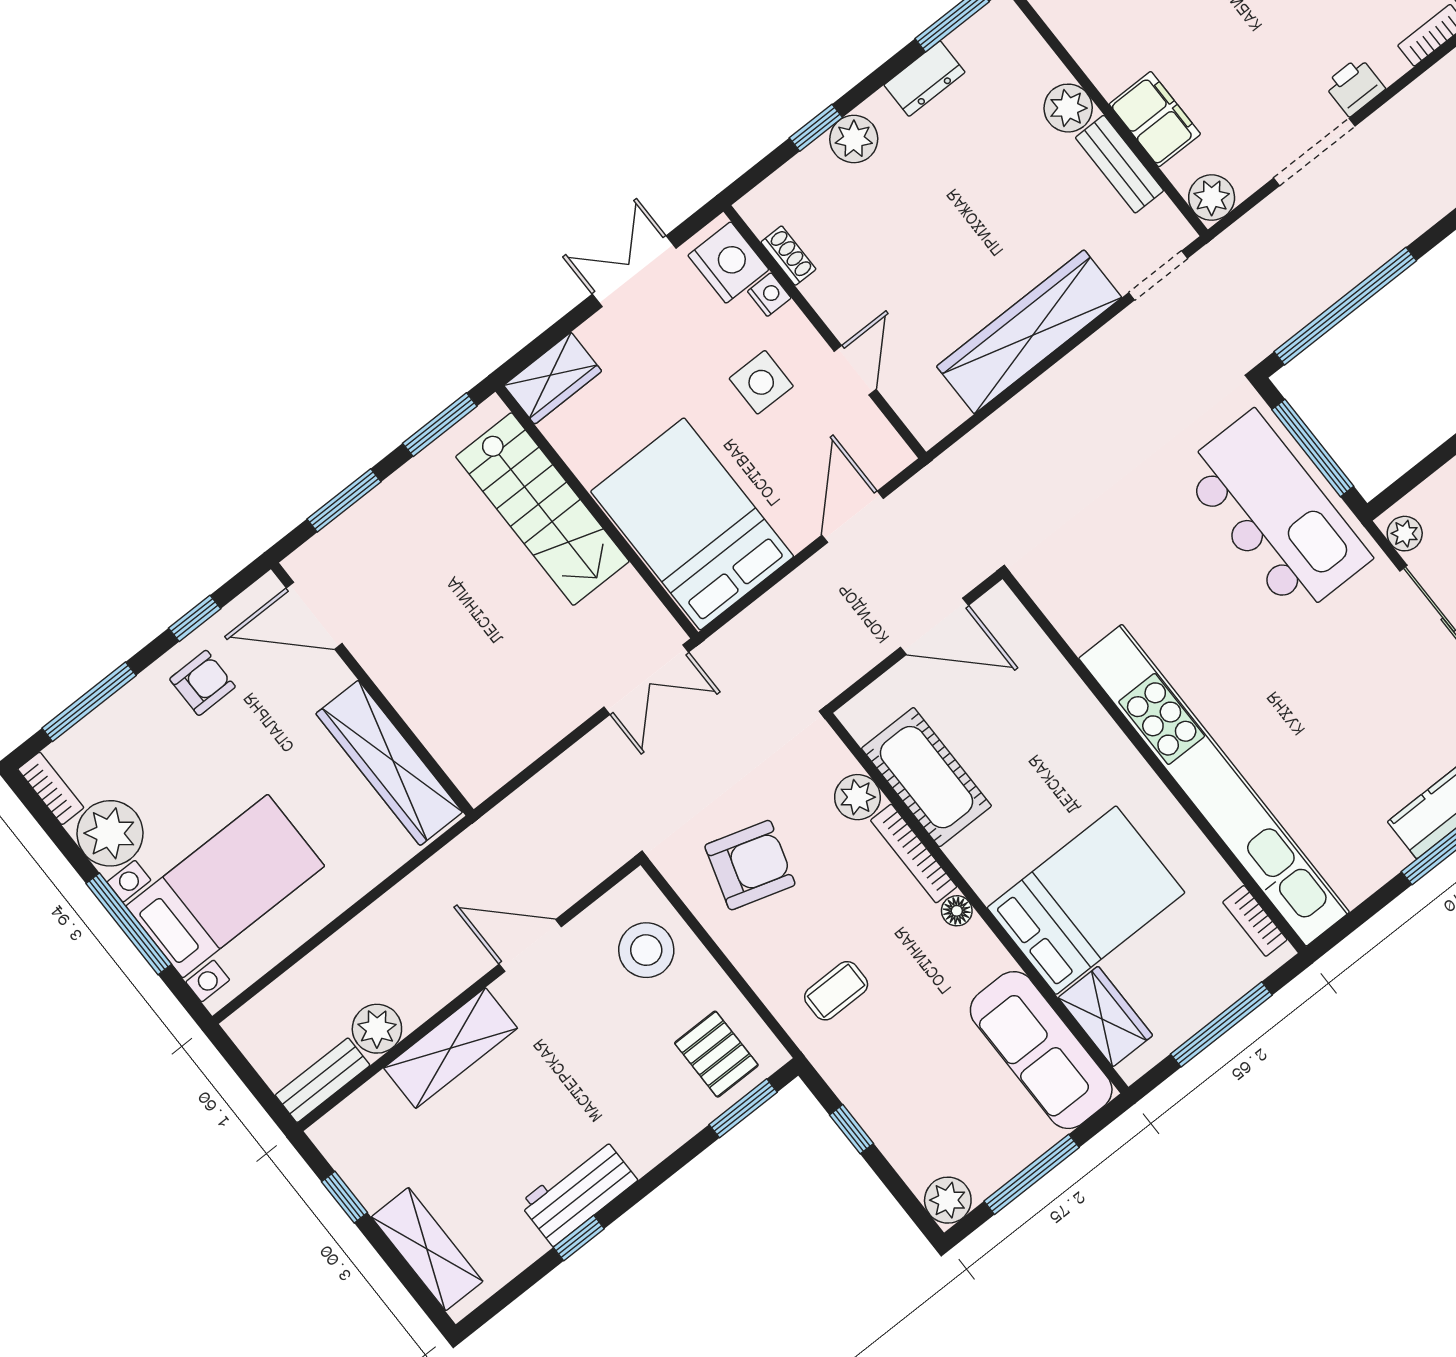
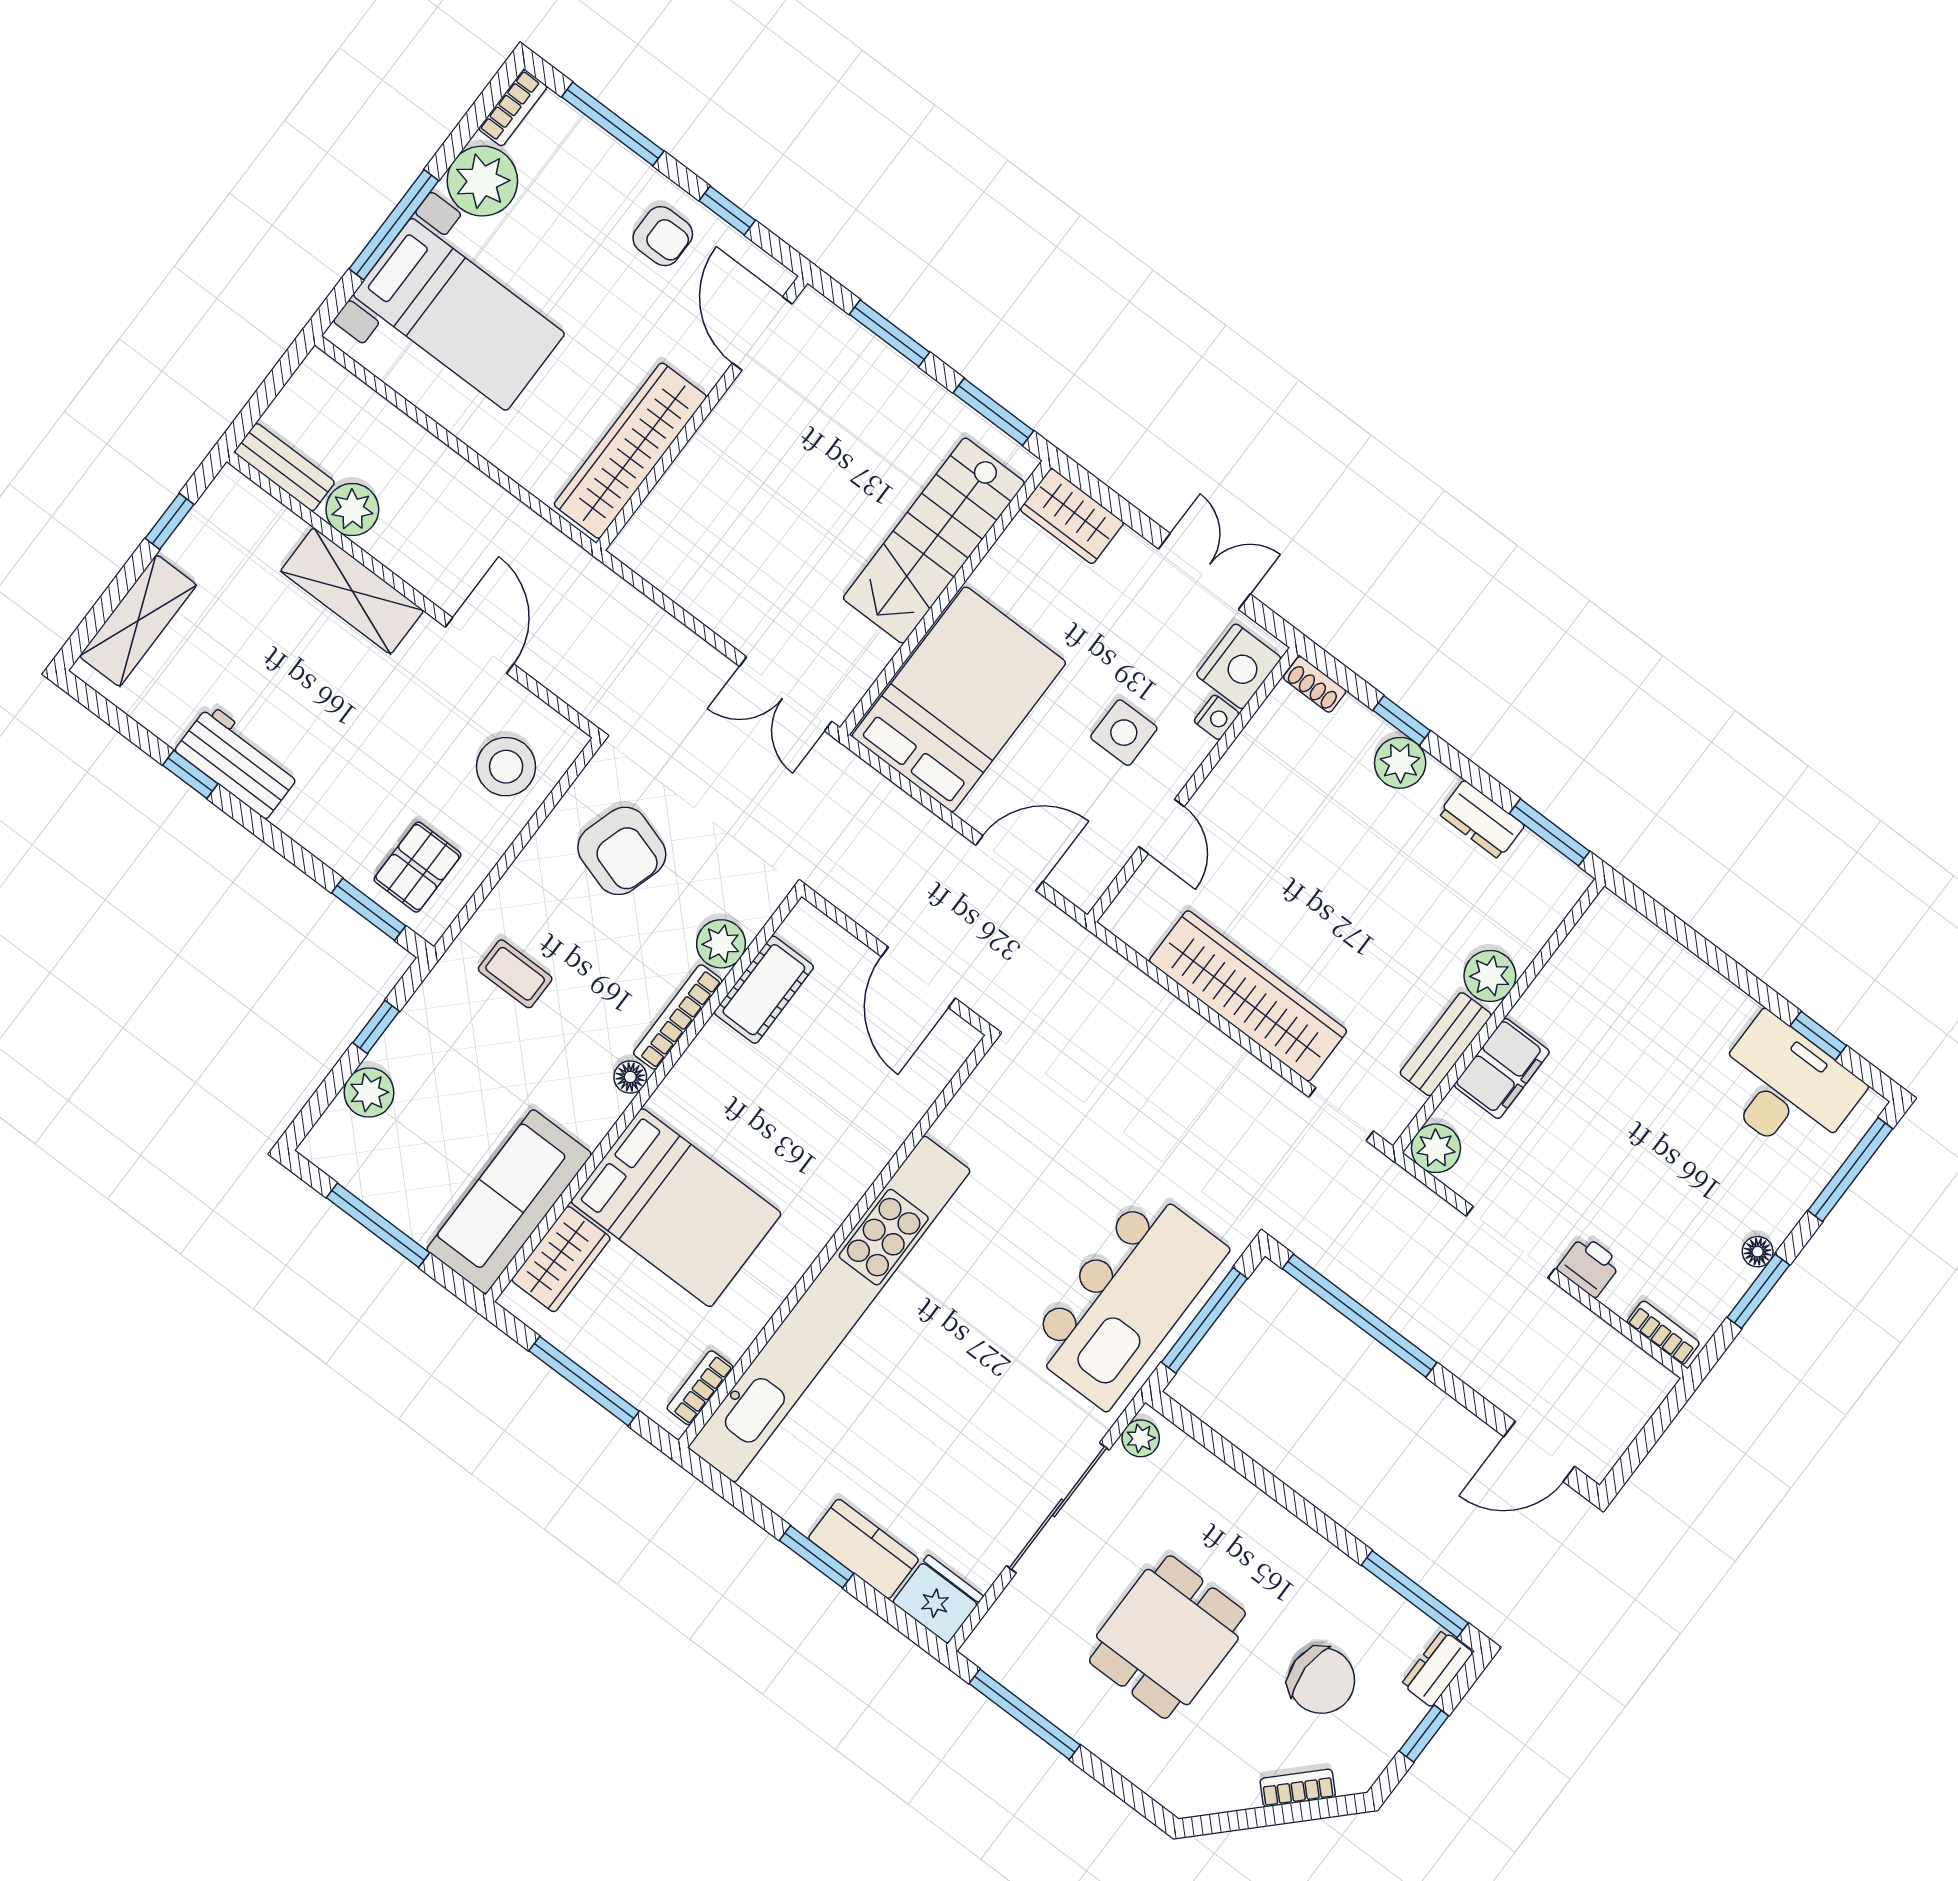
shoe rack: (788, 256) -> (1315, 684), moved, turned 90
door: (855, 370) -> (1161, 827), hinge flipped
cot: (926, 777) -> (764, 990), width x0.73, depth x0.75
plant: (948, 1200) -> (369, 1093), moved

